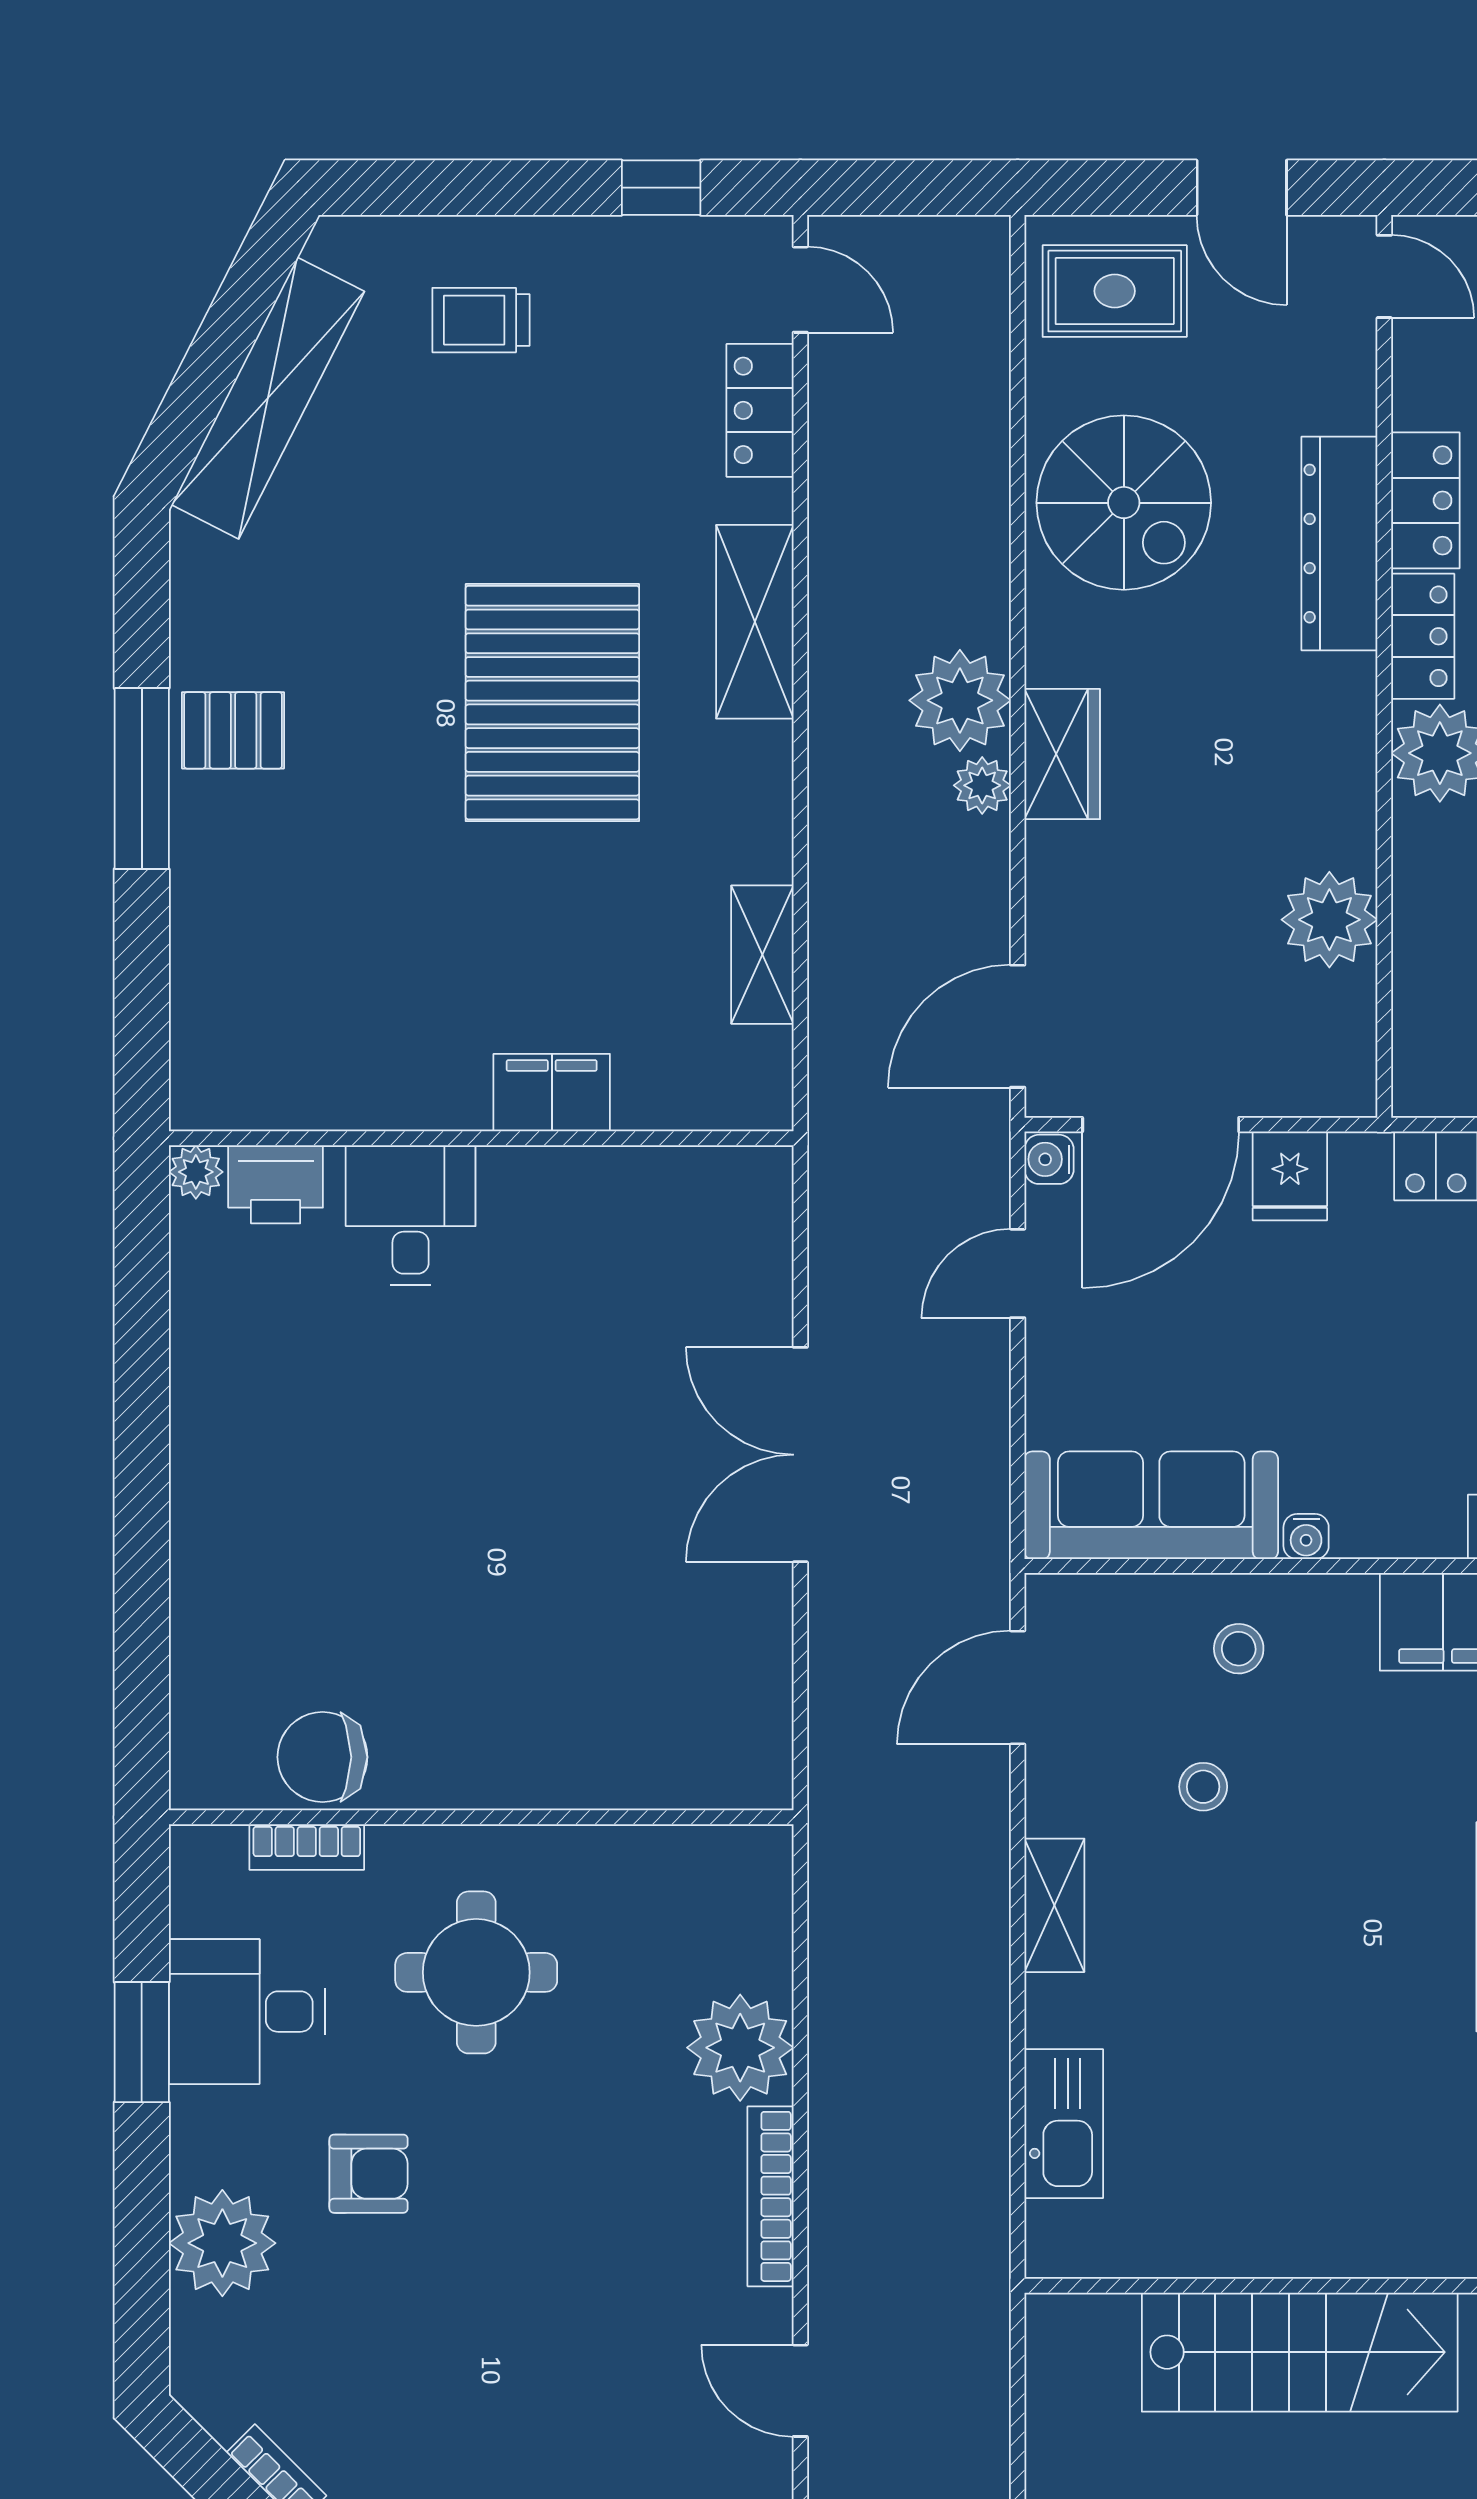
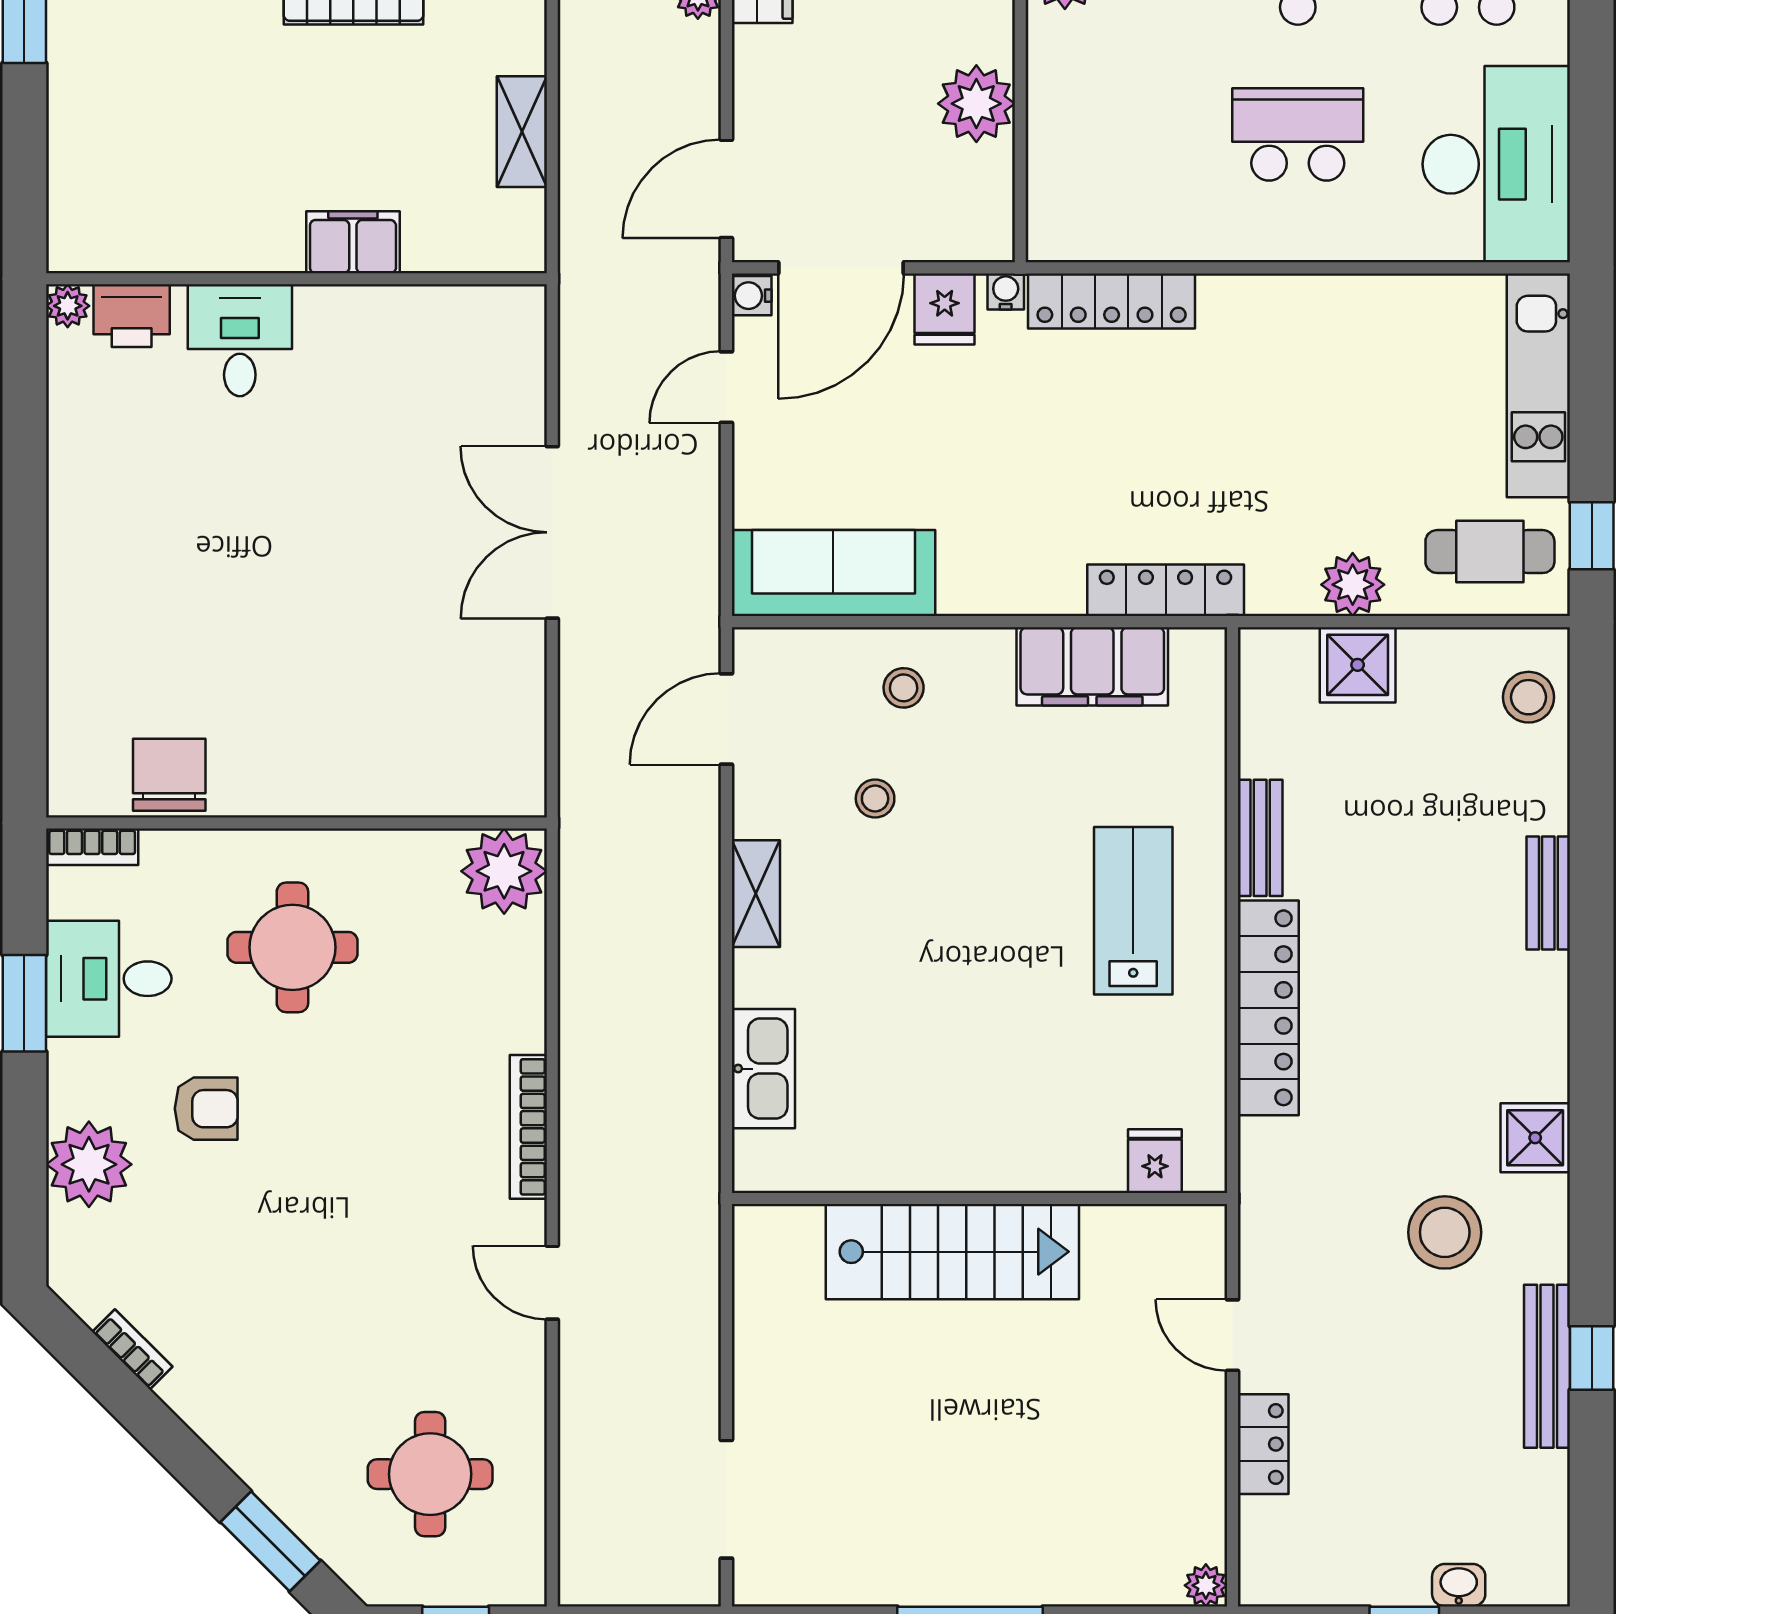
water cooler: (1306, 1537) -> (1006, 291), moved, turned 180
chair: (322, 1757) -> (169, 775), turned 90
bookcase: (307, 1847) -> (92, 847), moved
plant: (740, 2048) -> (504, 871), moved

